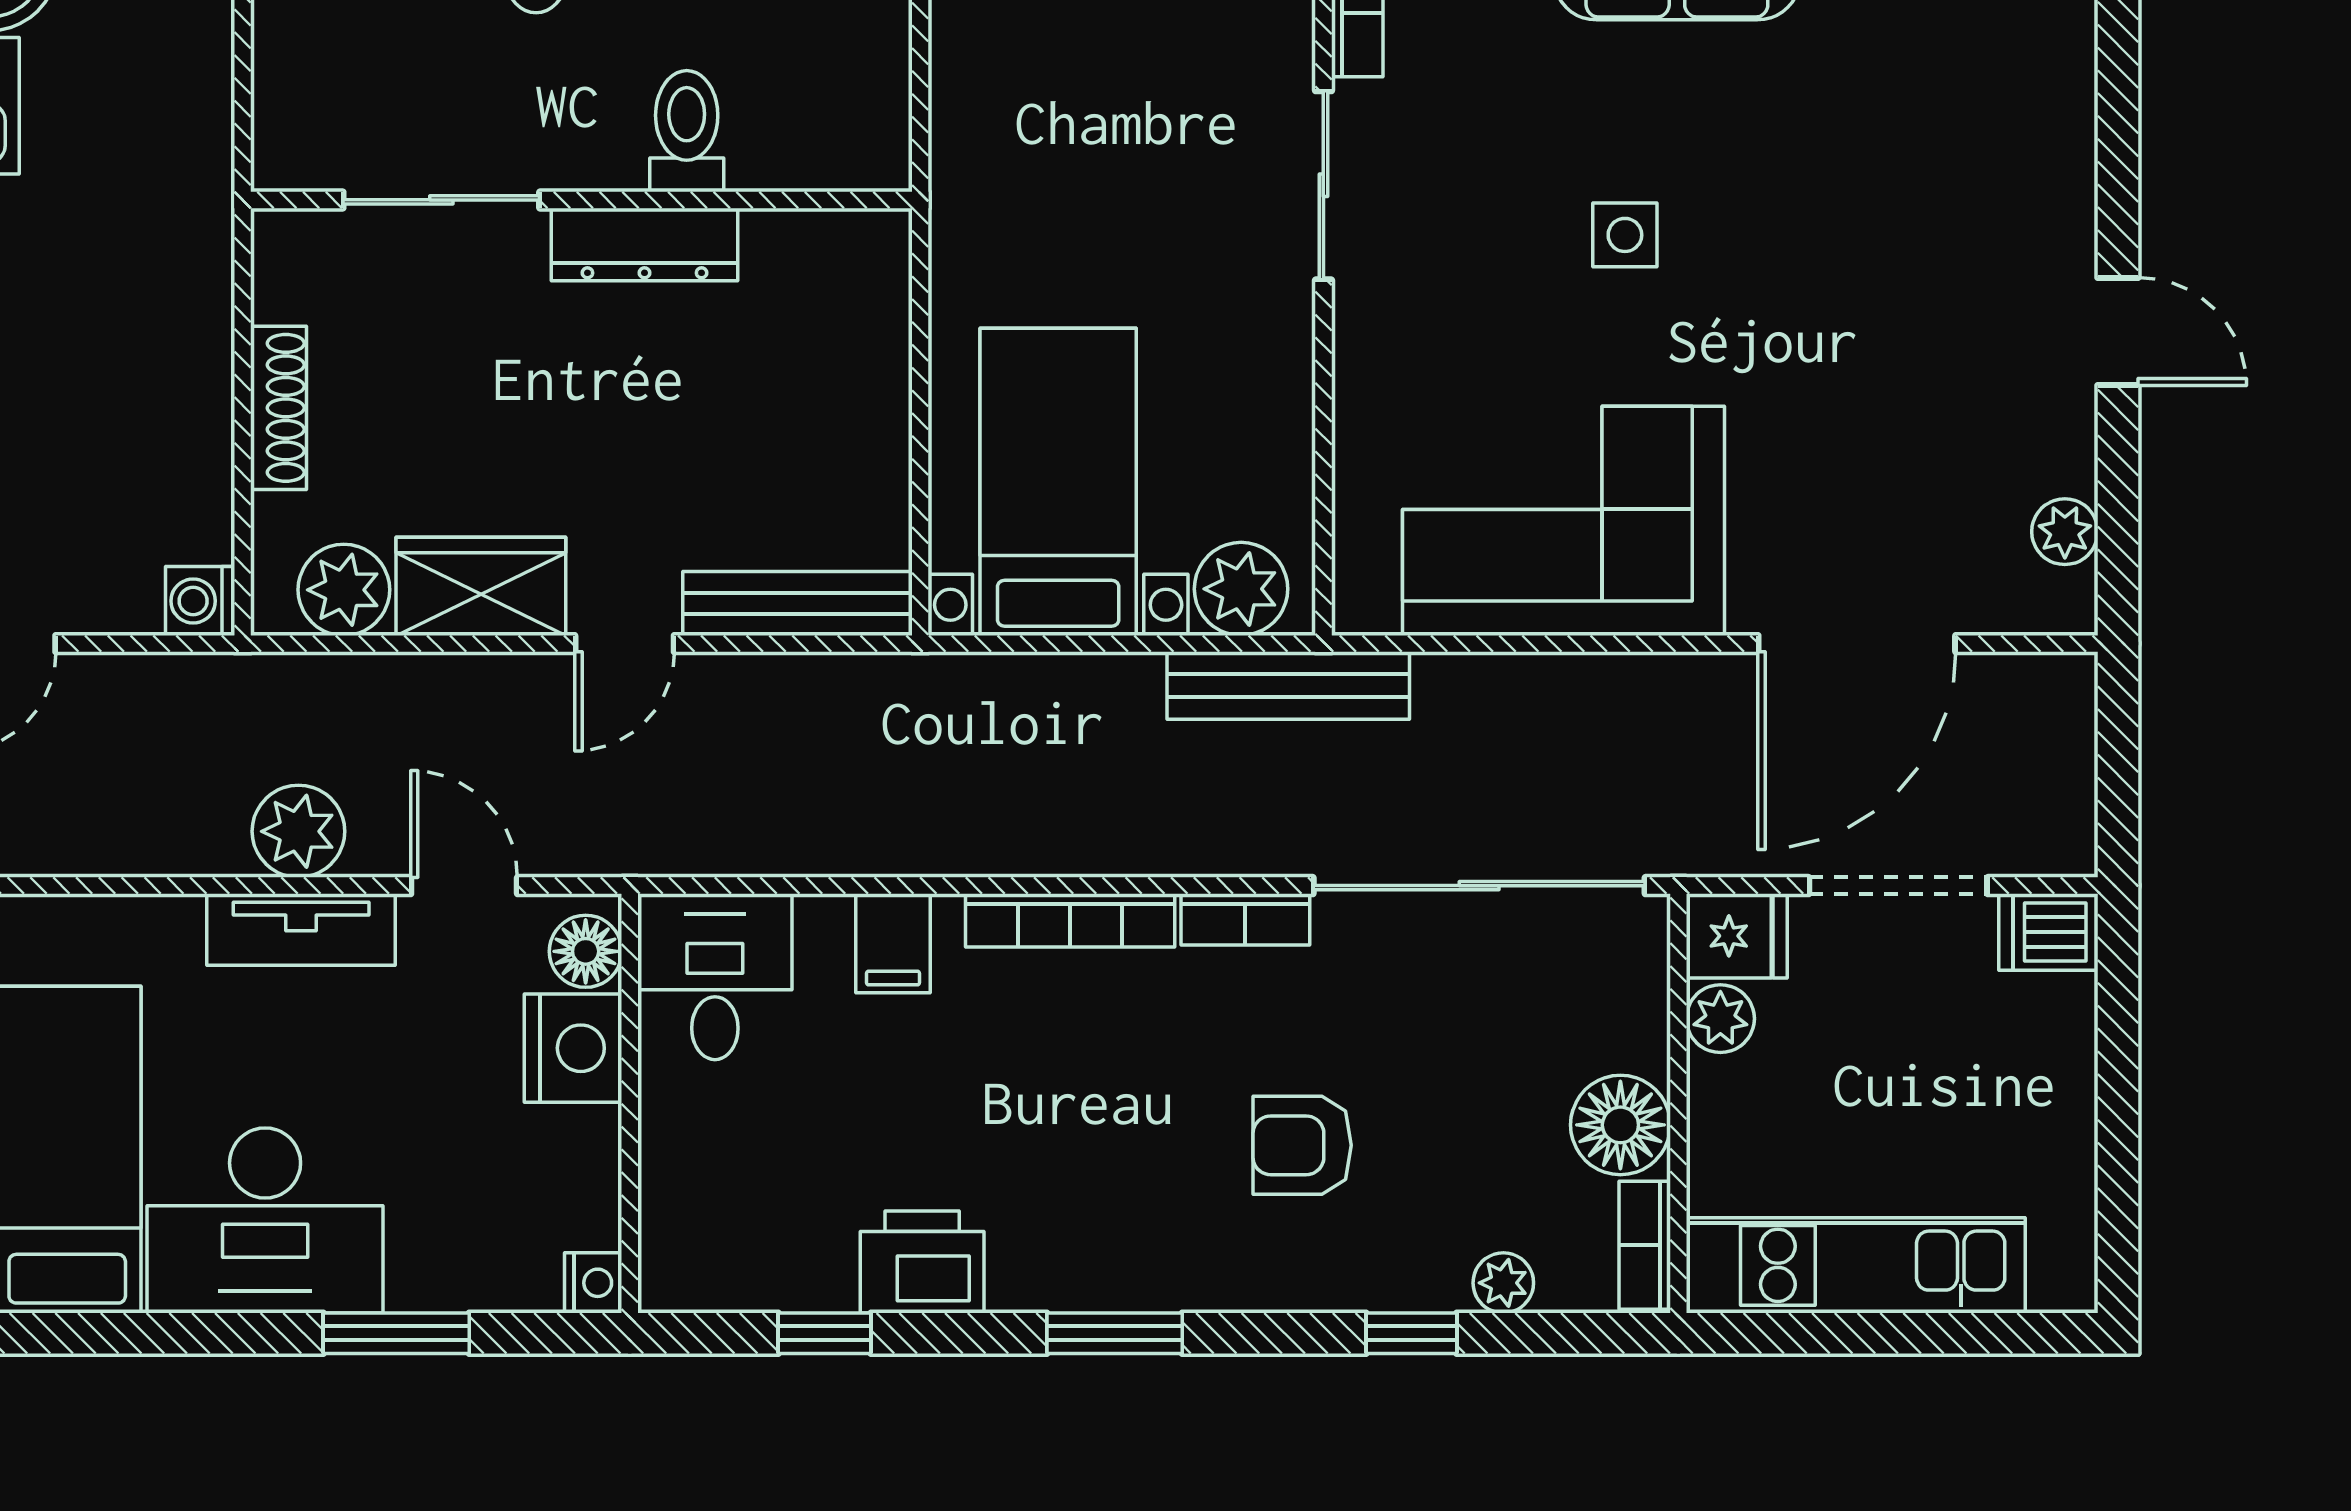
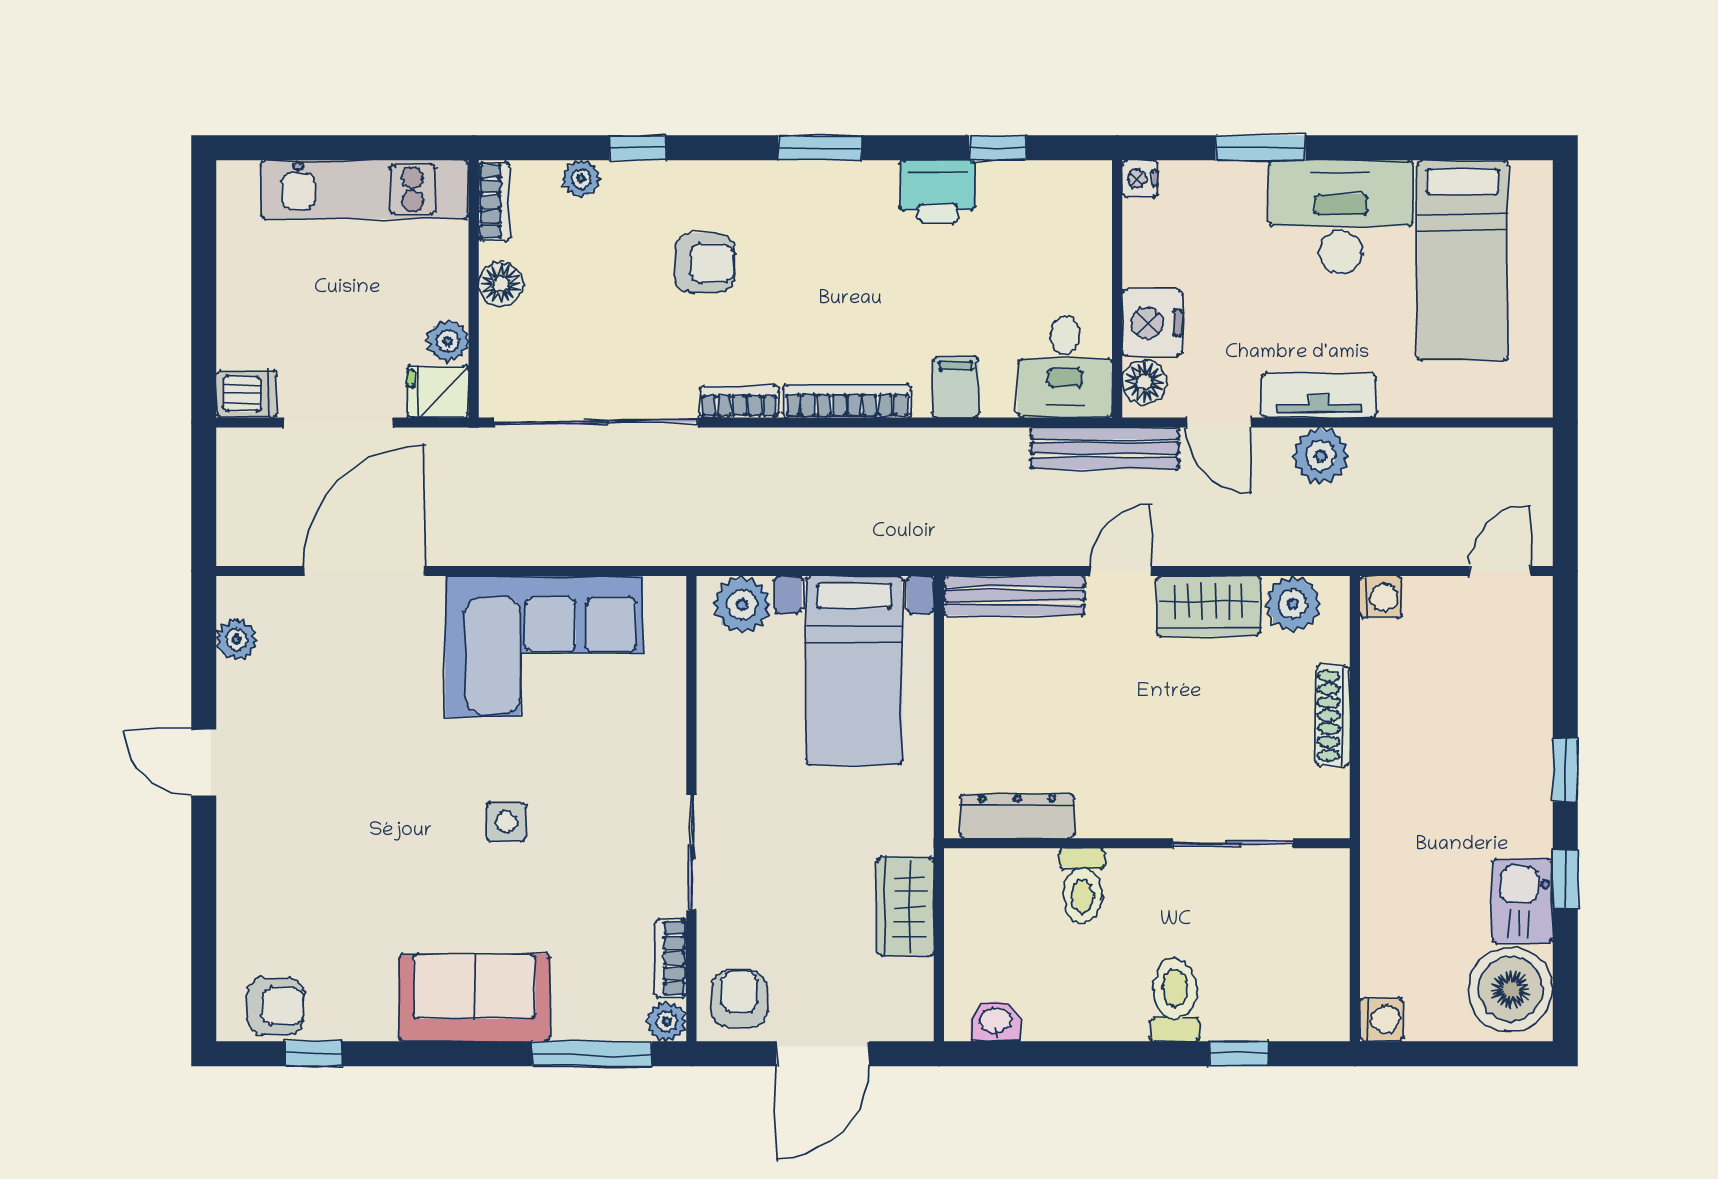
wardrobe: (975, 97) -> (905, 907), added
dresser: (644, 244) -> (1017, 816), moved
bench: (1288, 686) -> (1105, 448), moved
floor lamp: (1620, 1125) -> (501, 284), width x0.73, depth x0.73

